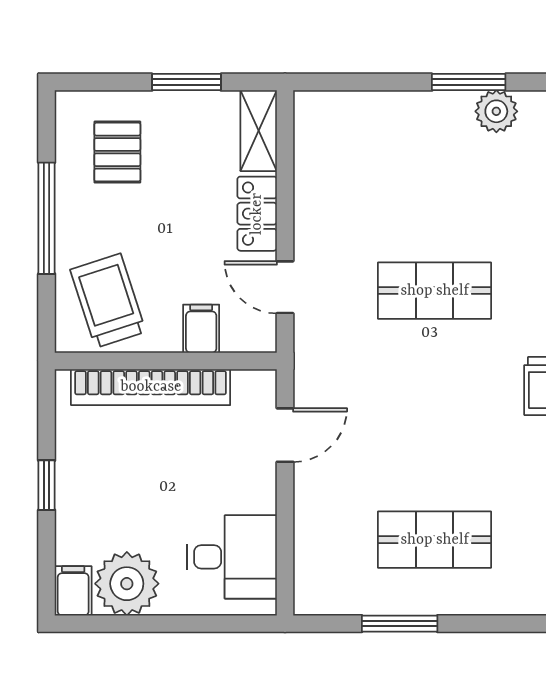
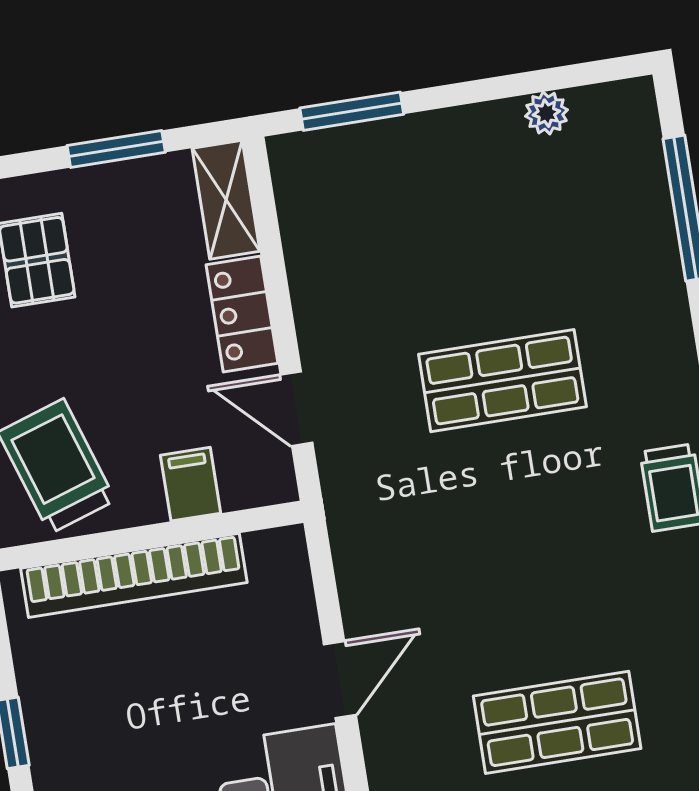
window: (469, 82) -> (352, 111), moved
plant: (496, 111) -> (546, 113), width x0.73, depth x0.73
door: (285, 435) -> (340, 679), moved

